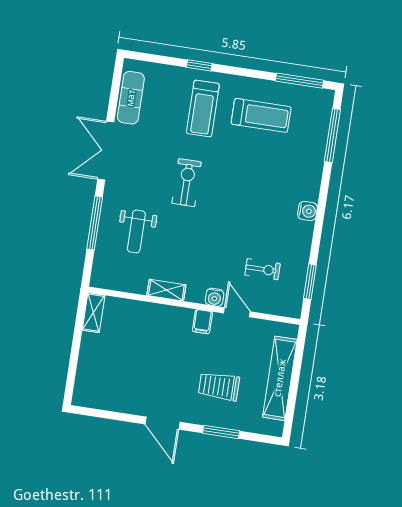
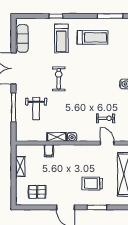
water cooler: (215, 297) -> (72, 137), moved
door: (237, 312) -> (107, 143), moved
shelving: (94, 313) -> (20, 166), moved
filing cabinet: (202, 322) -> (49, 151), moved
pallet: (114, 386) -> (37, 192), added

